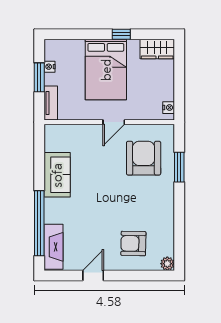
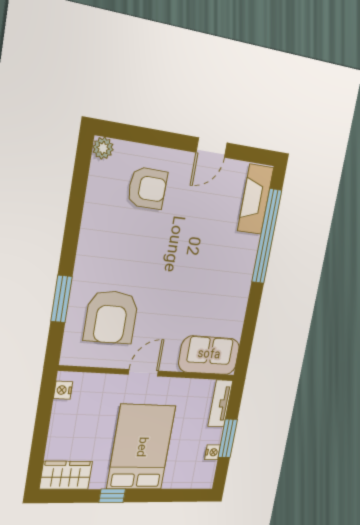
sofa: (57, 175) -> (209, 355), moved, turned 90

